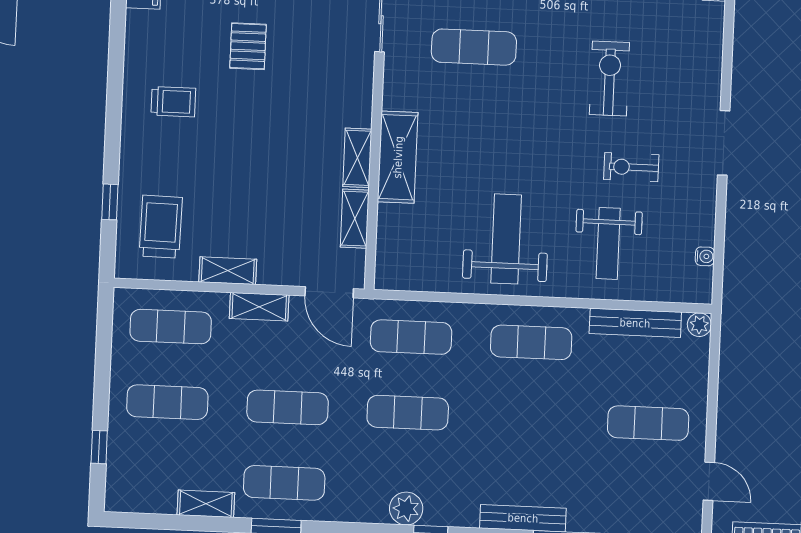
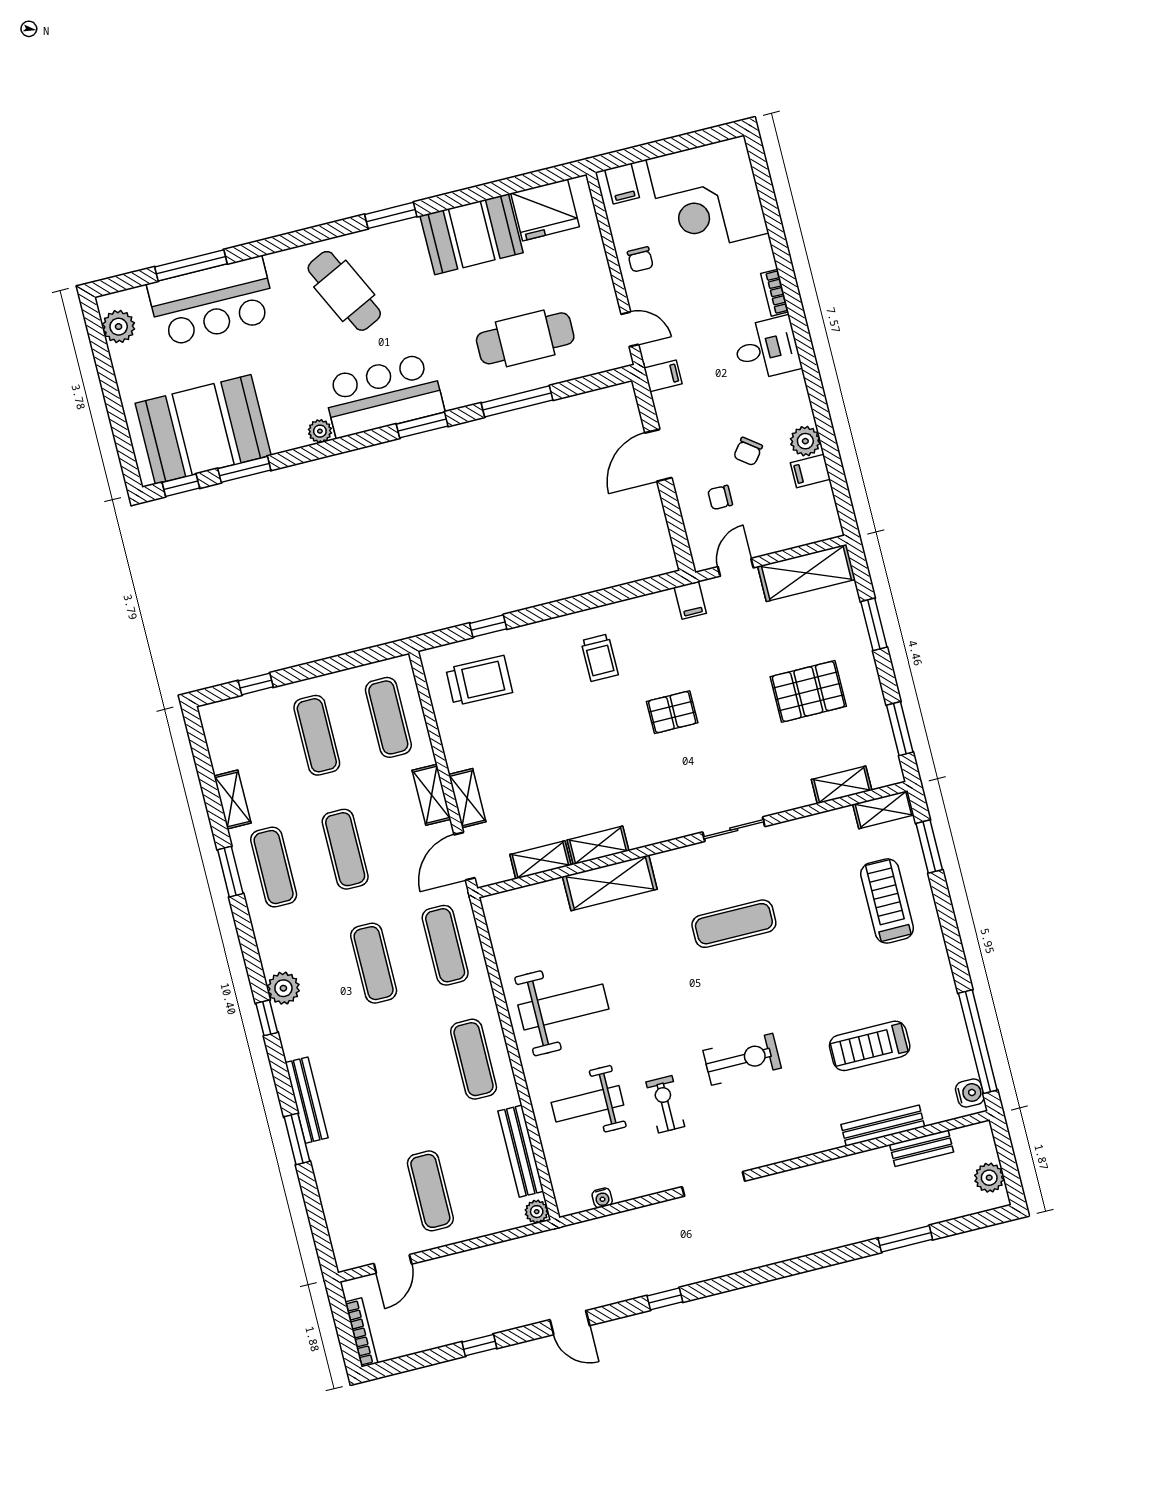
exercise mat: (474, 47) -> (734, 924), turned 90
shelving: (228, 271) -> (467, 798), moved

